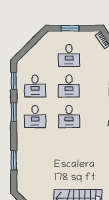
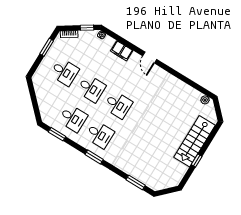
window: (70, 28) -> (47, 47), moved
window: (14, 112) -> (94, 157), moved
window: (14, 160) -> (136, 183), moved

